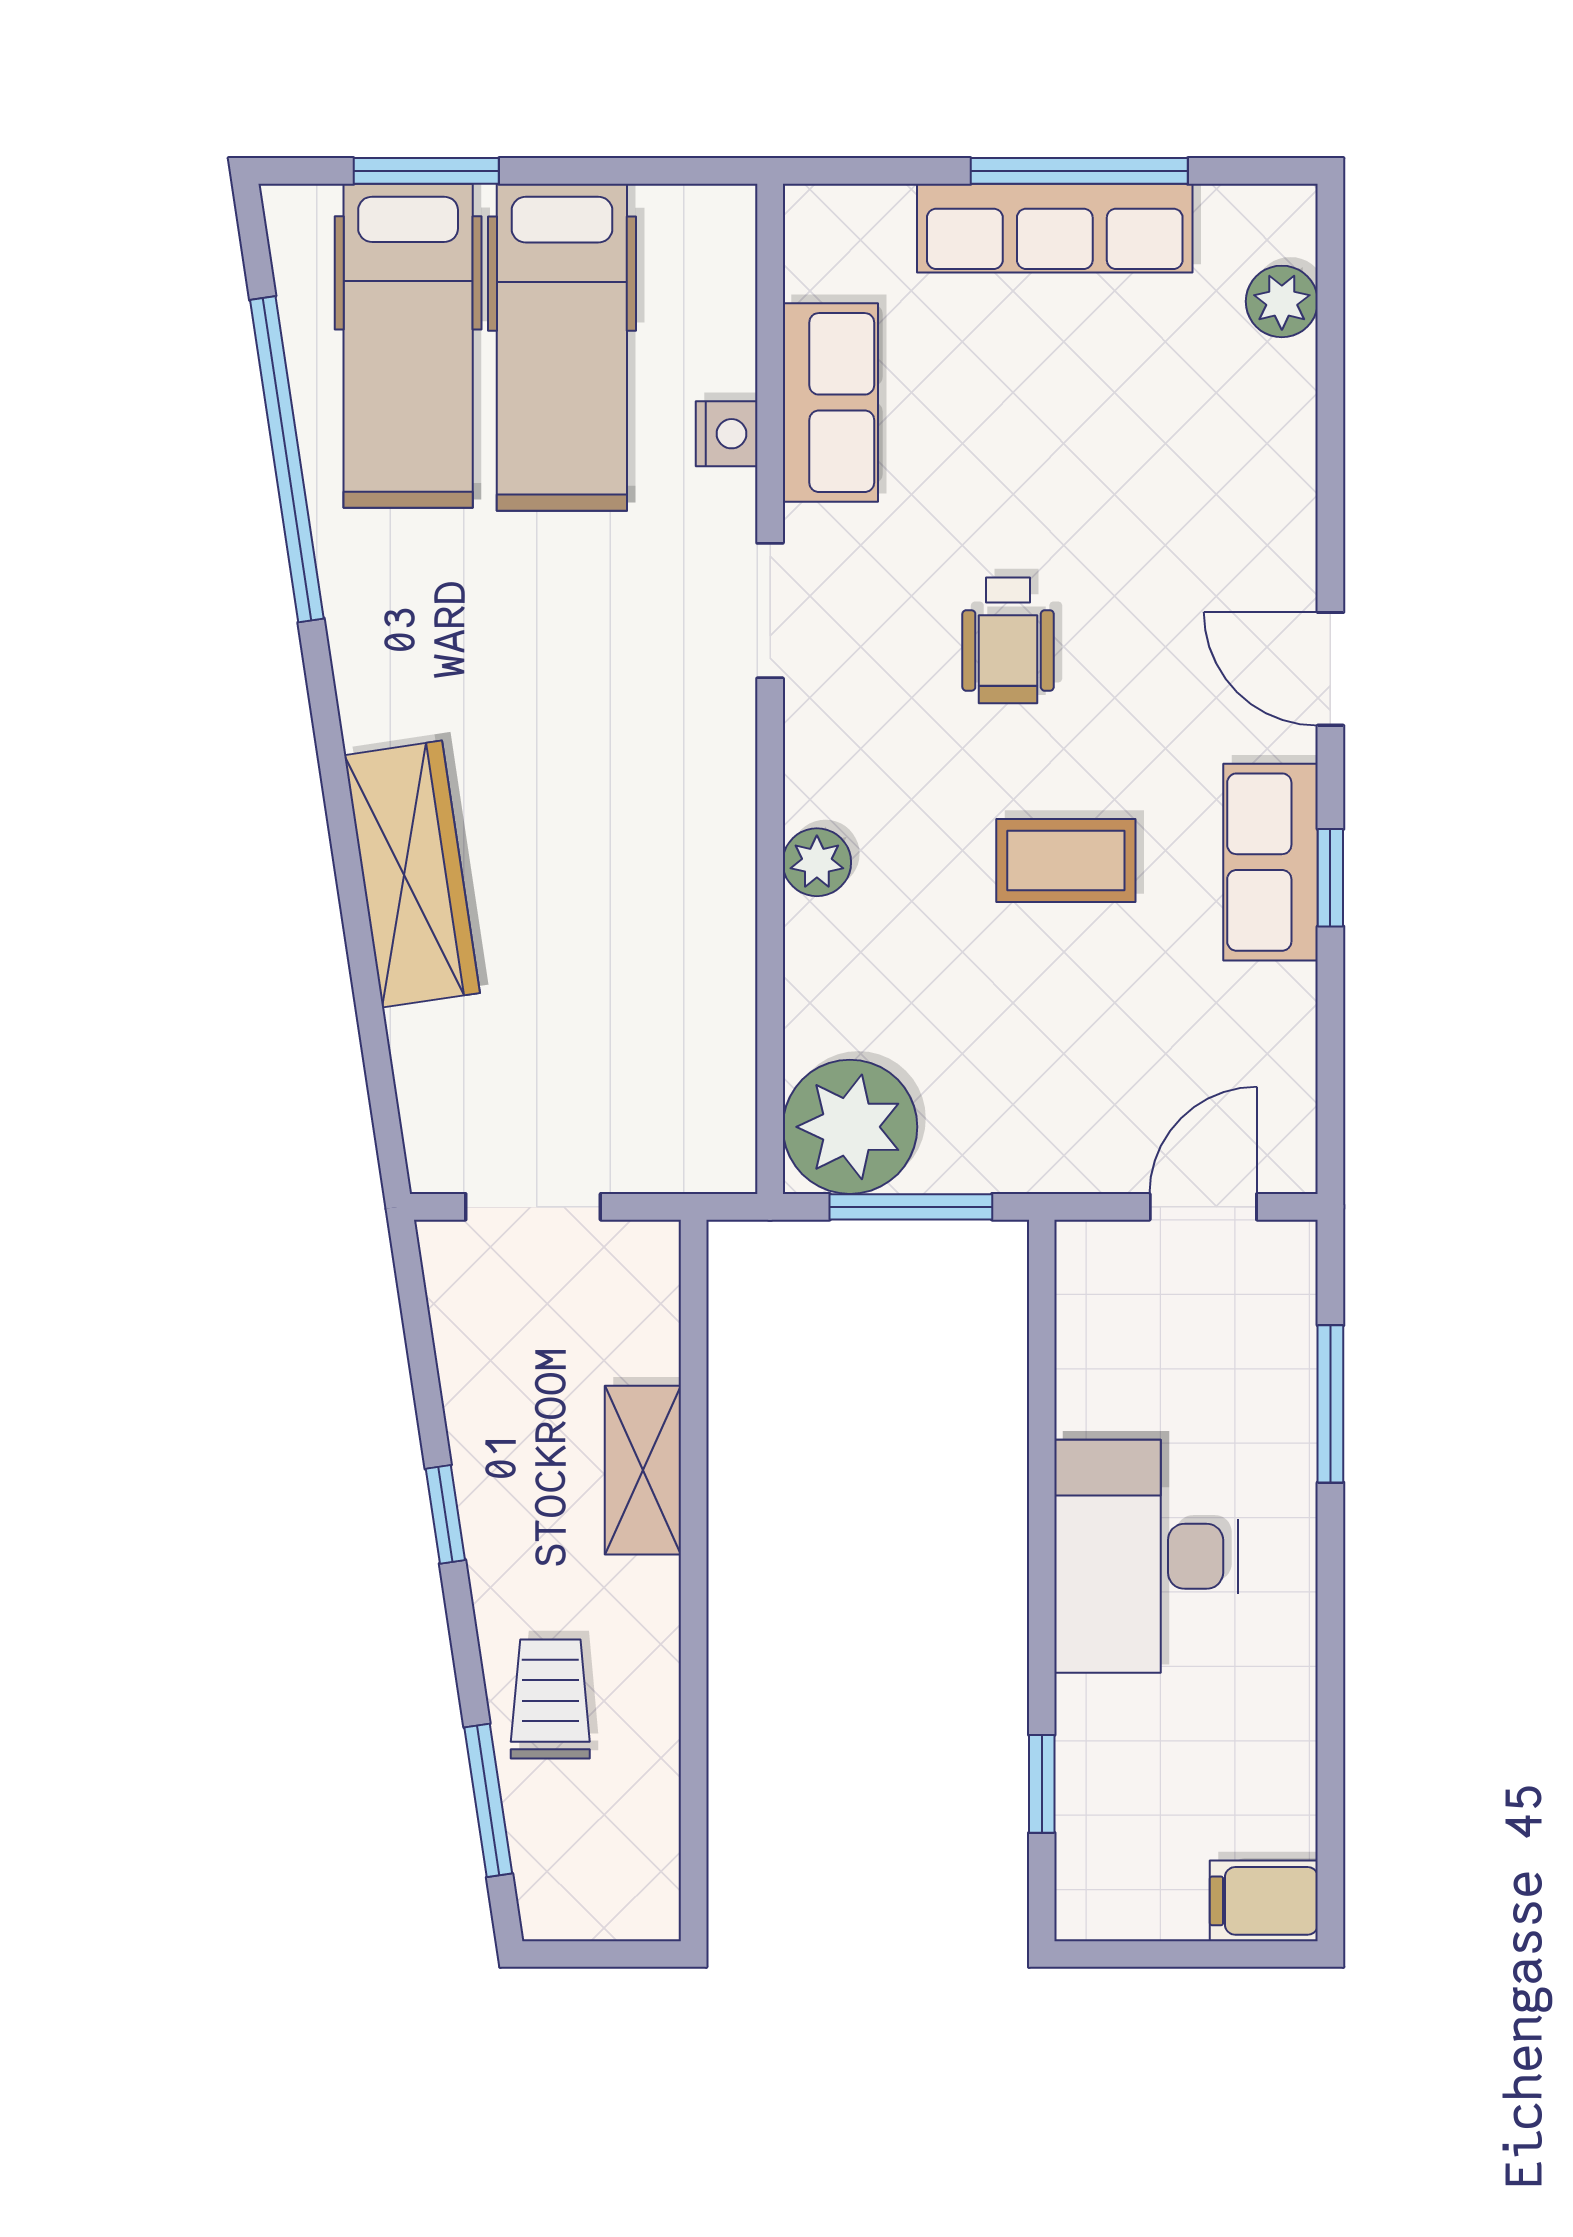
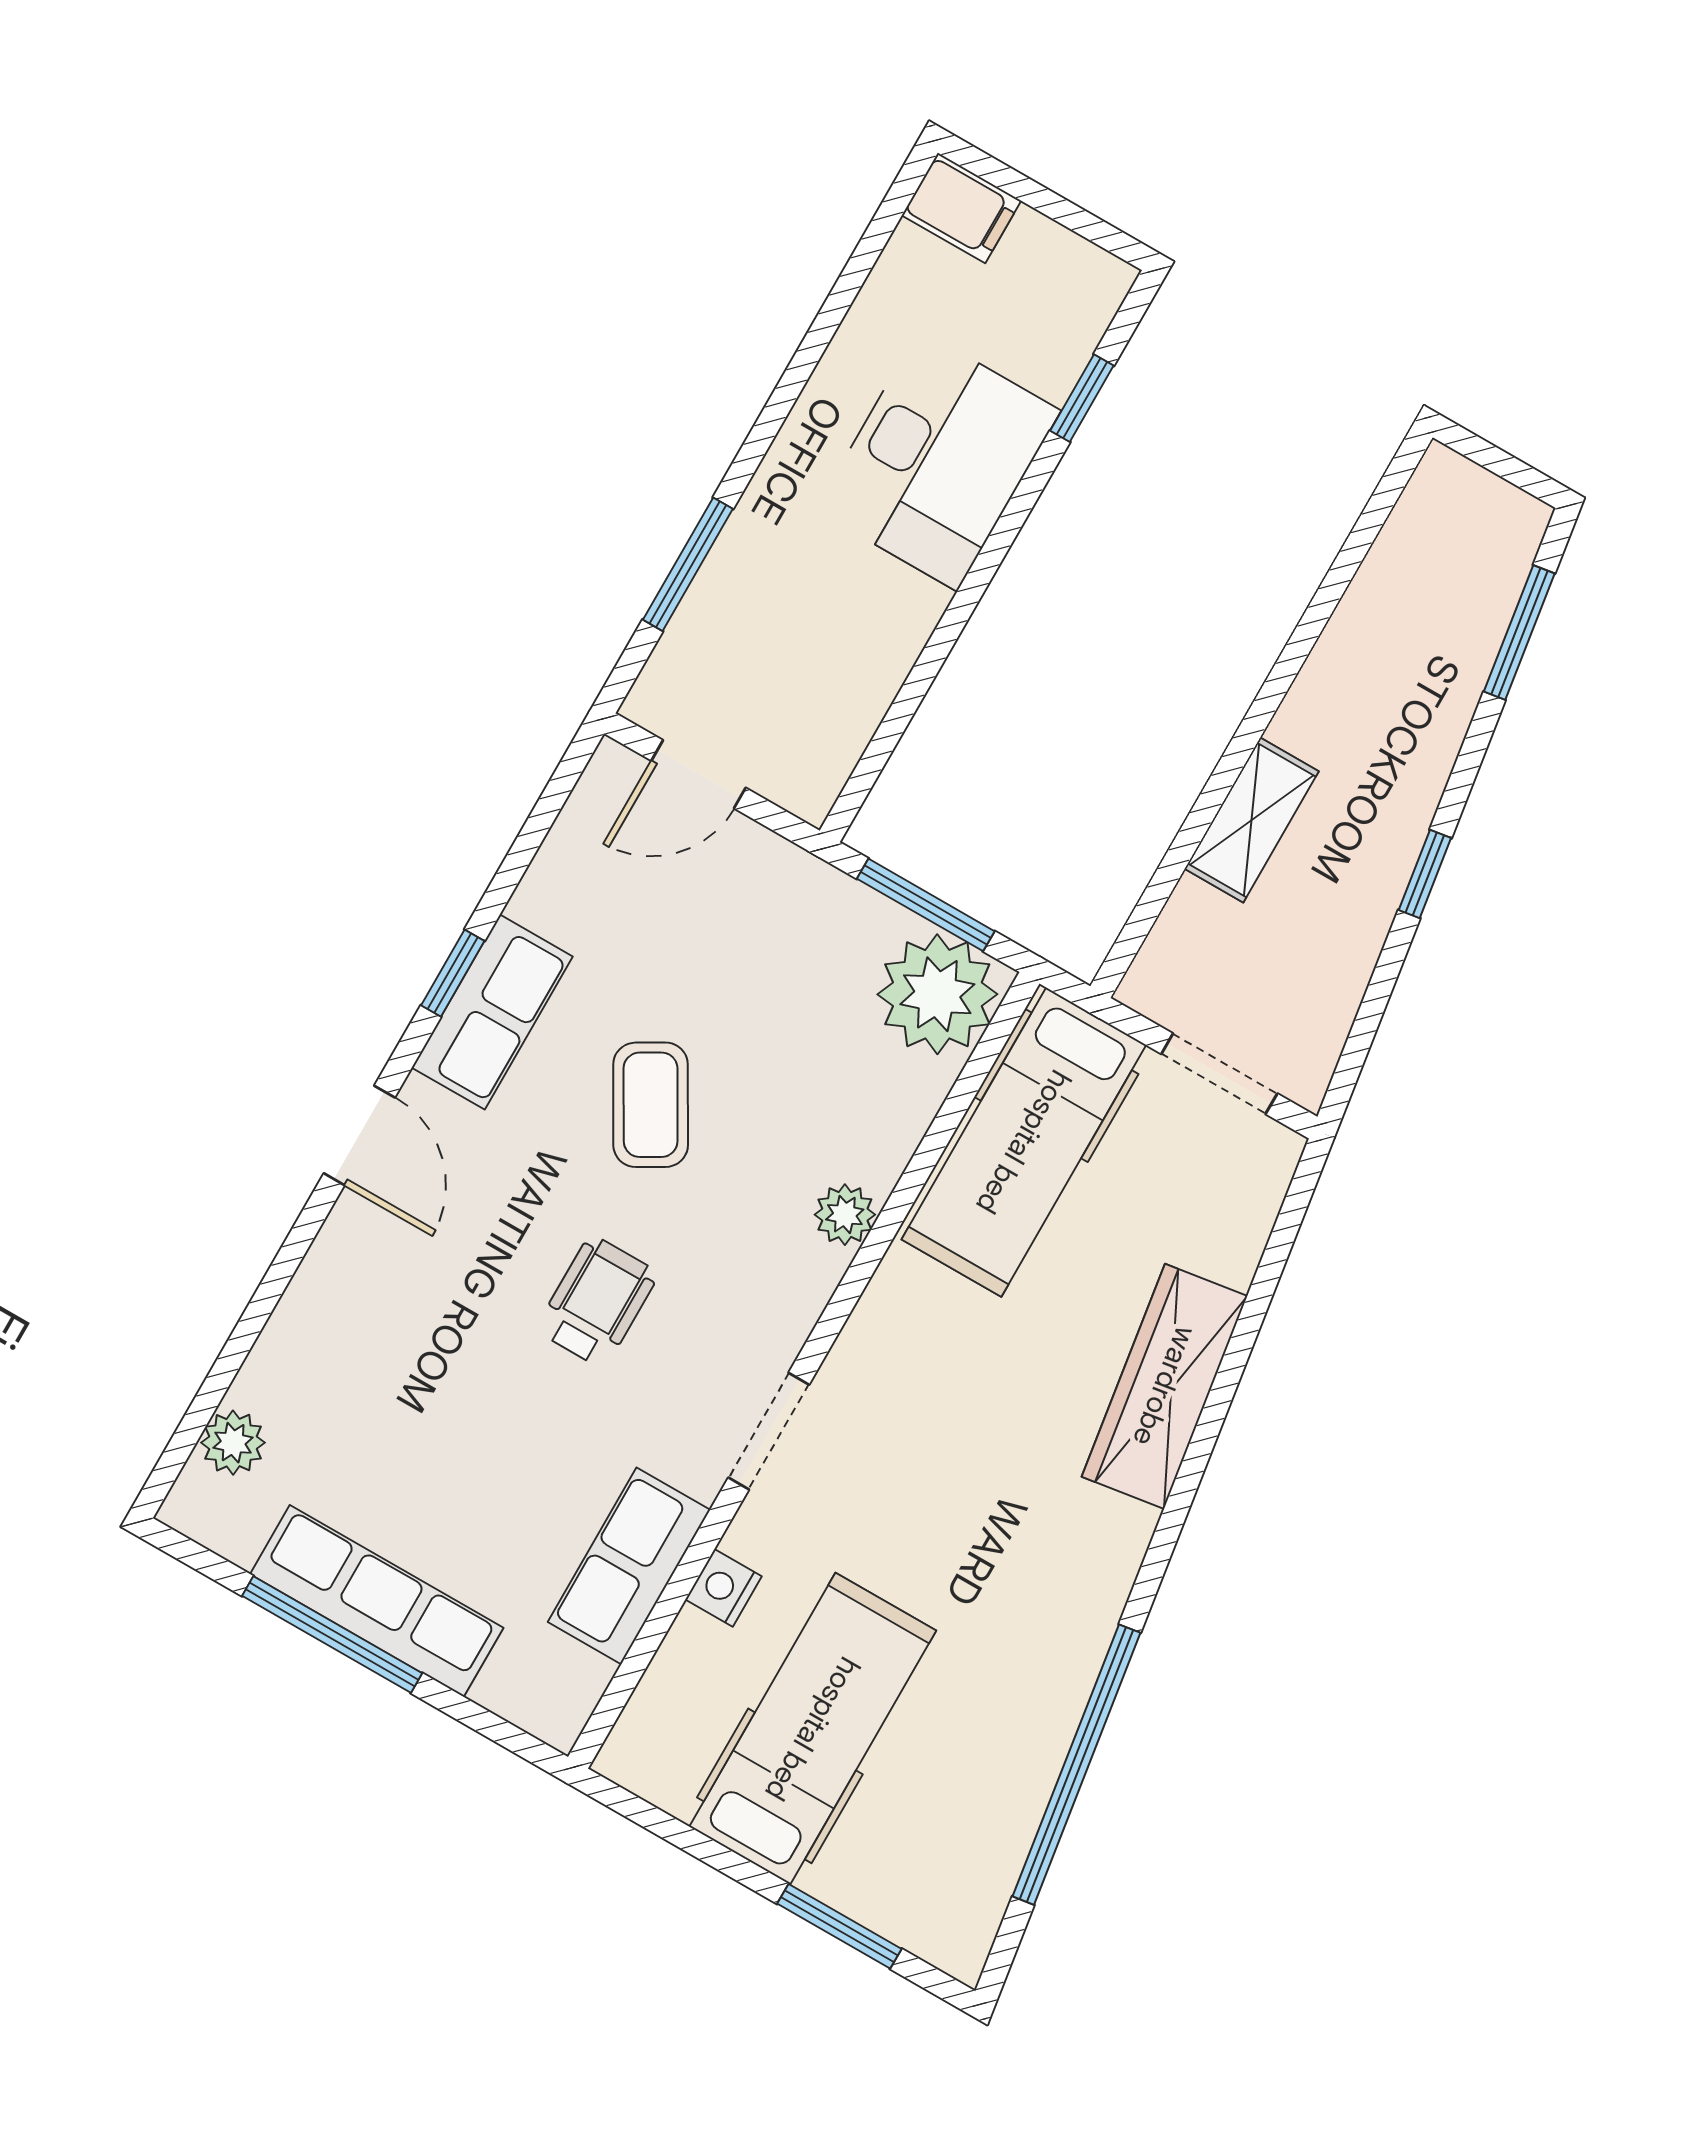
hospital bed: (408, 346) -> (1024, 1142), moved, turned 180
coffee table: (1066, 860) -> (651, 1105), turned 60
desk: (1146, 1556) -> (938, 460), moved
trolley: (550, 1699) -> (1426, 684), removed

